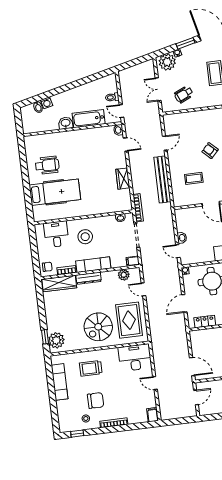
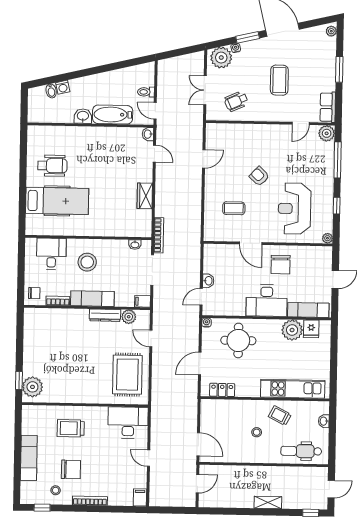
bench: (162, 180) -> (194, 204), removed
door: (178, 251) -> (201, 297), hinge flipped
dresser: (89, 278) -> (105, 315), moved
wardrobe: (59, 284) -> (46, 316), removed
spiral stairs: (98, 327) -> (87, 377), removed
exam couch: (60, 382) -> (29, 458), moved

